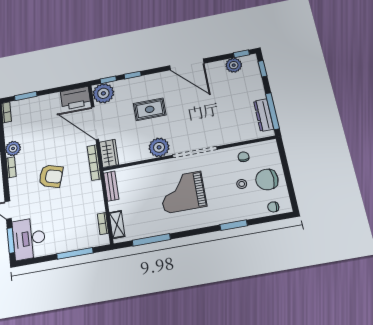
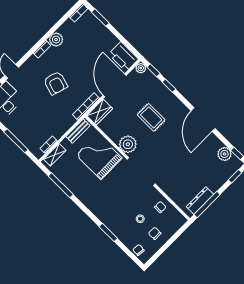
plant: (103, 93) -> (141, 68), width x0.53, depth x0.53
chair: (267, 179) -> (155, 233), width x0.54, depth x0.54
grand piano: (183, 192) -> (99, 157), moved

